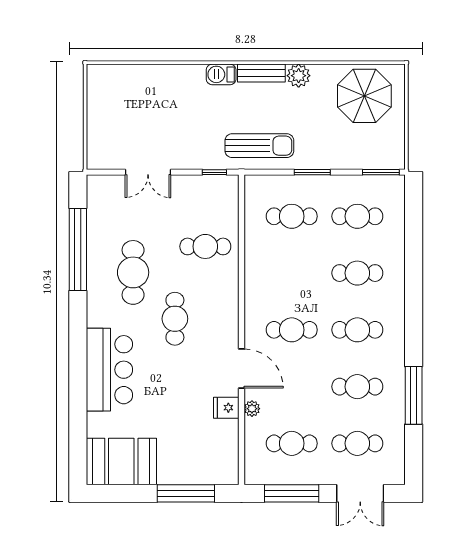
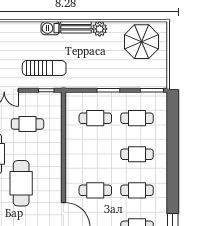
sun lounger: (259, 146) -> (44, 68), moved
cafe table: (205, 246) -> (27, 124), moved
cafe table: (175, 319) -> (21, 183), width x1.37, depth x1.35

